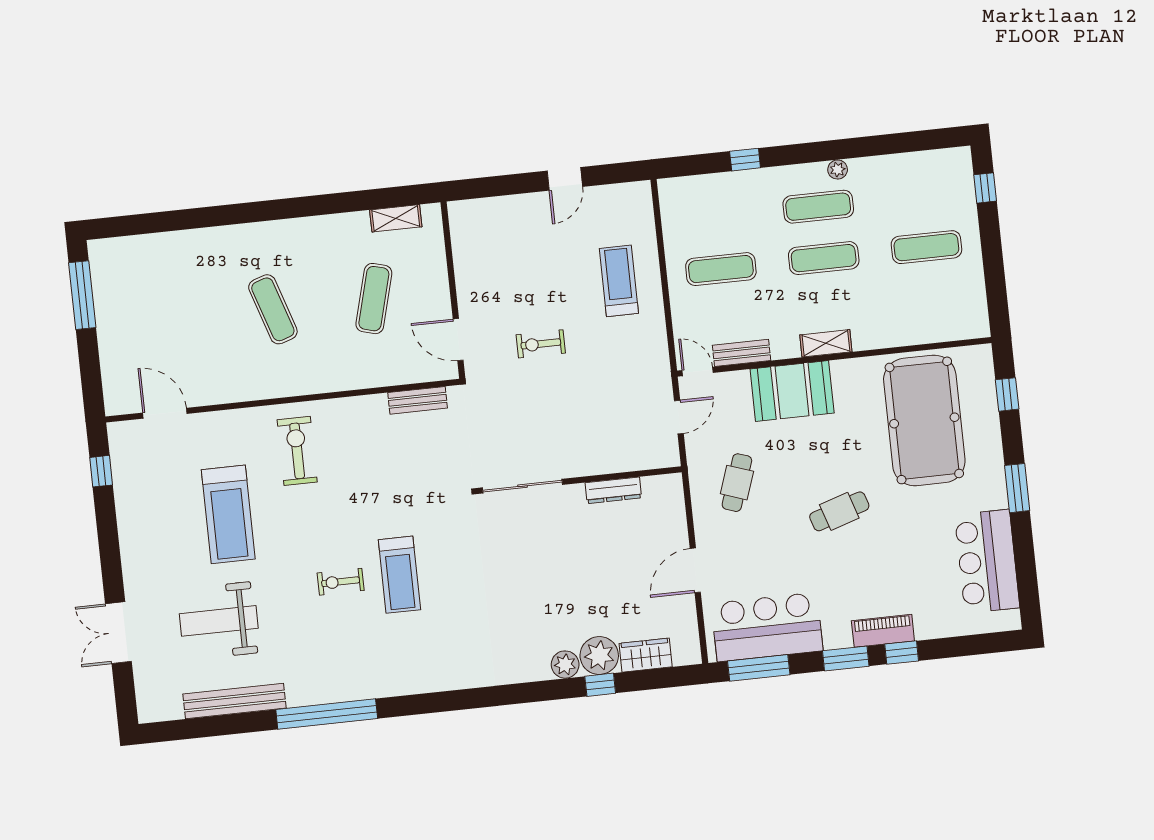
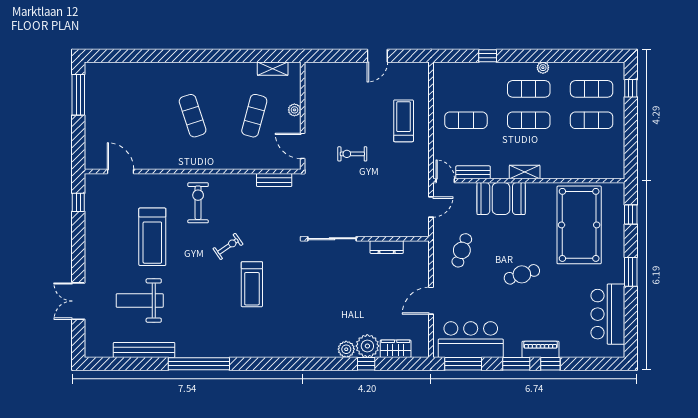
exercise mat: (921, 196) -> (592, 89), added
plant: (439, 282) -> (294, 110), added
exercise bike: (341, 582) -> (228, 246), moved, turned 145

